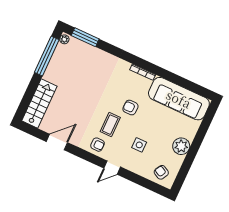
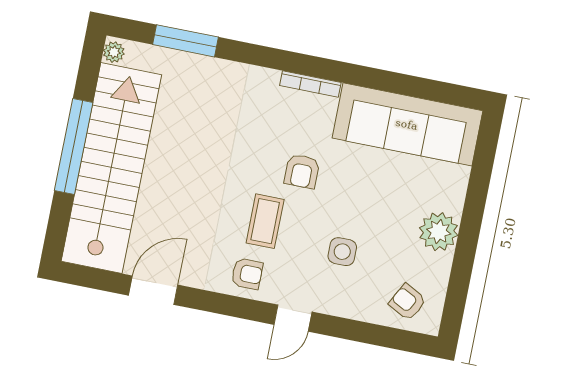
window: (85, 37) -> (186, 41), moved
window: (47, 56) -> (74, 146), moved
stairs: (39, 103) -> (111, 168), width x1.86, depth x1.51
armchair: (130, 108) -> (302, 171), turned -90

